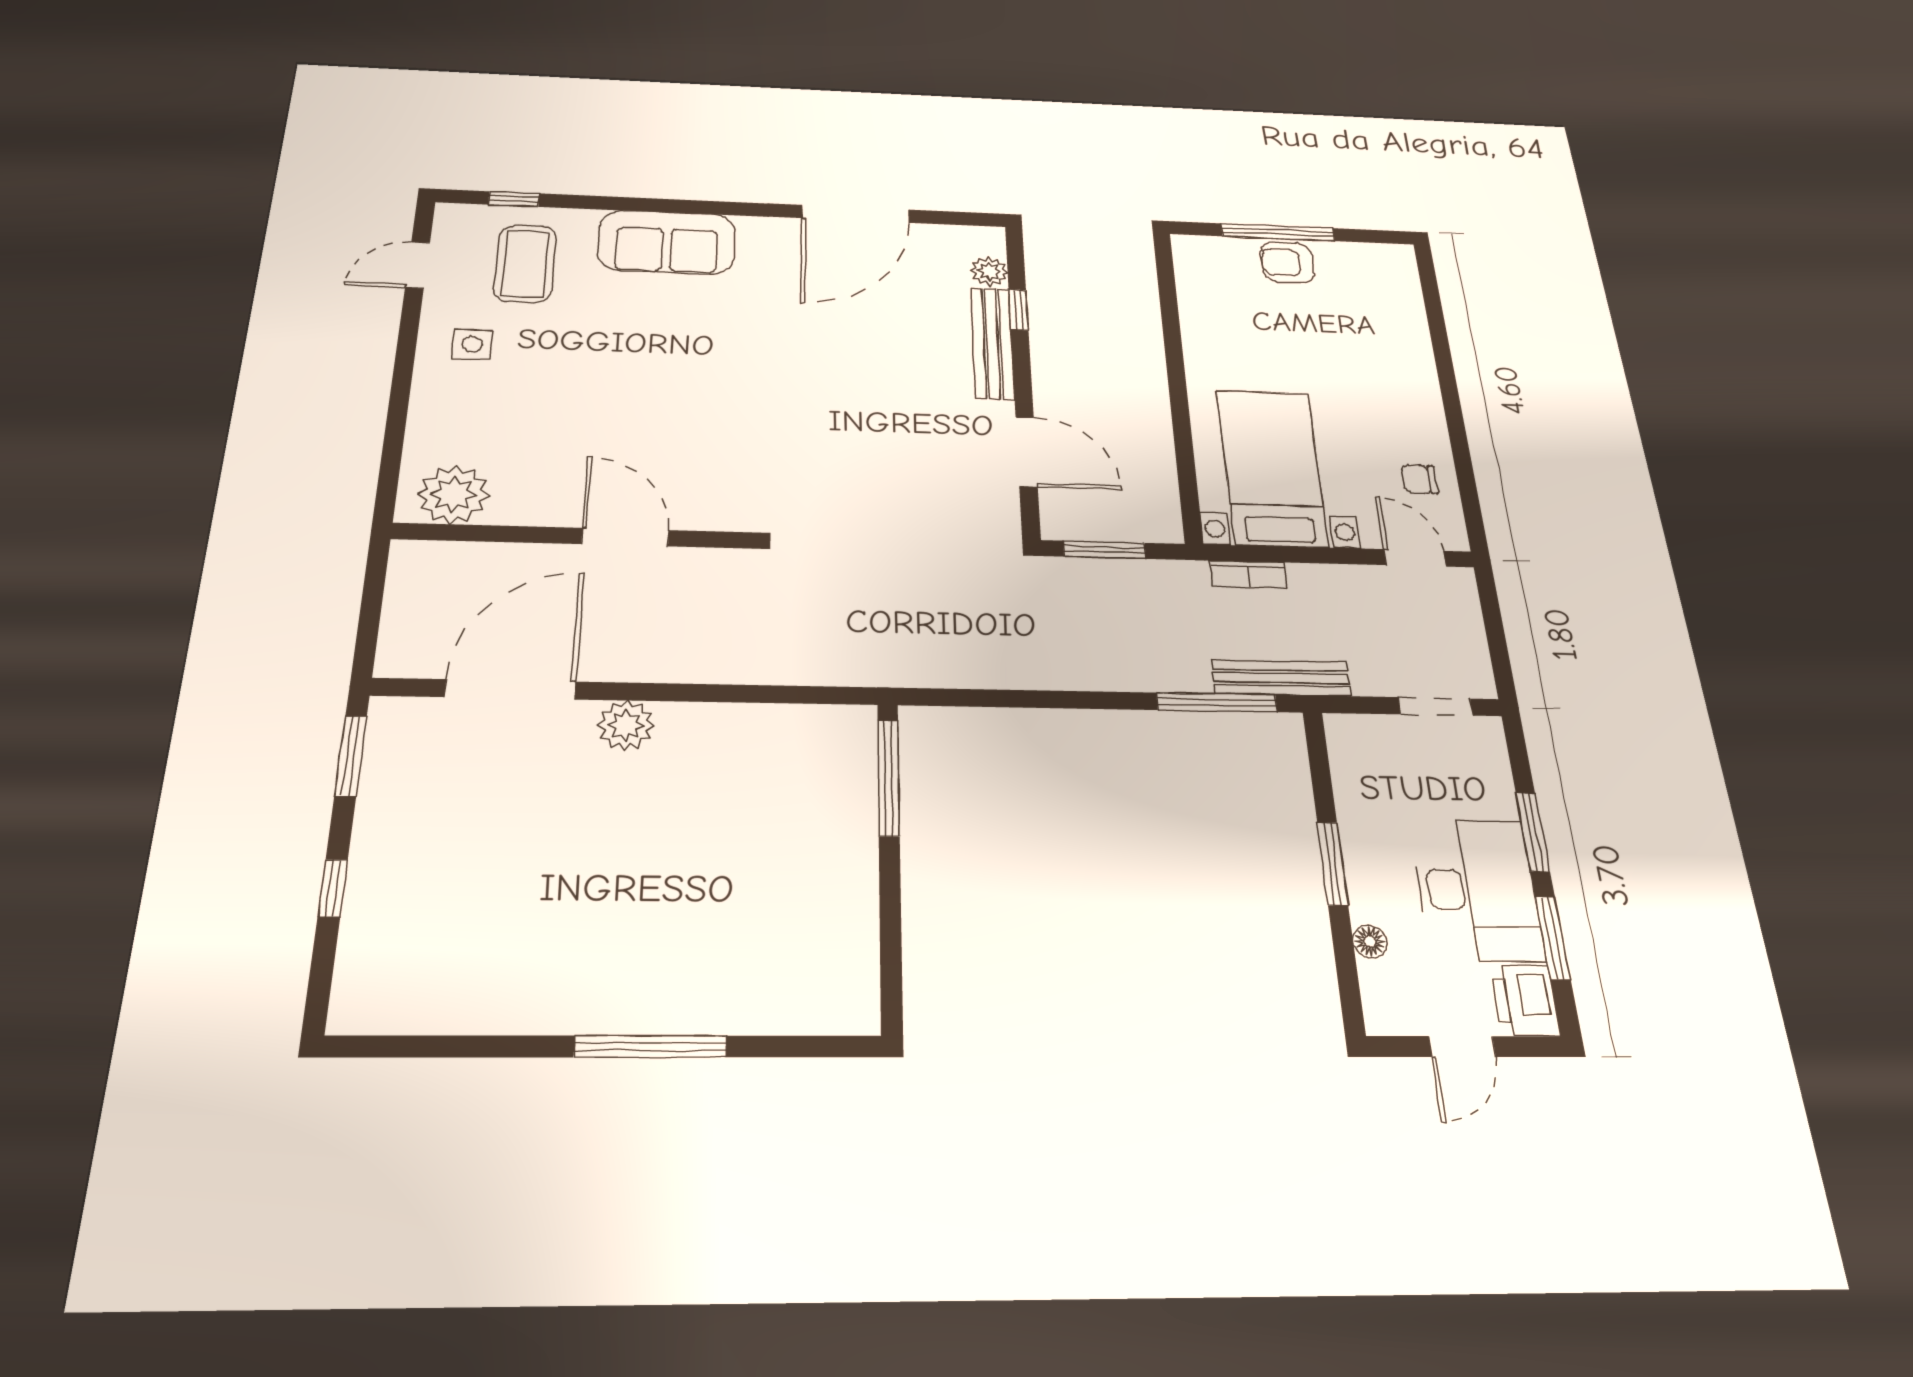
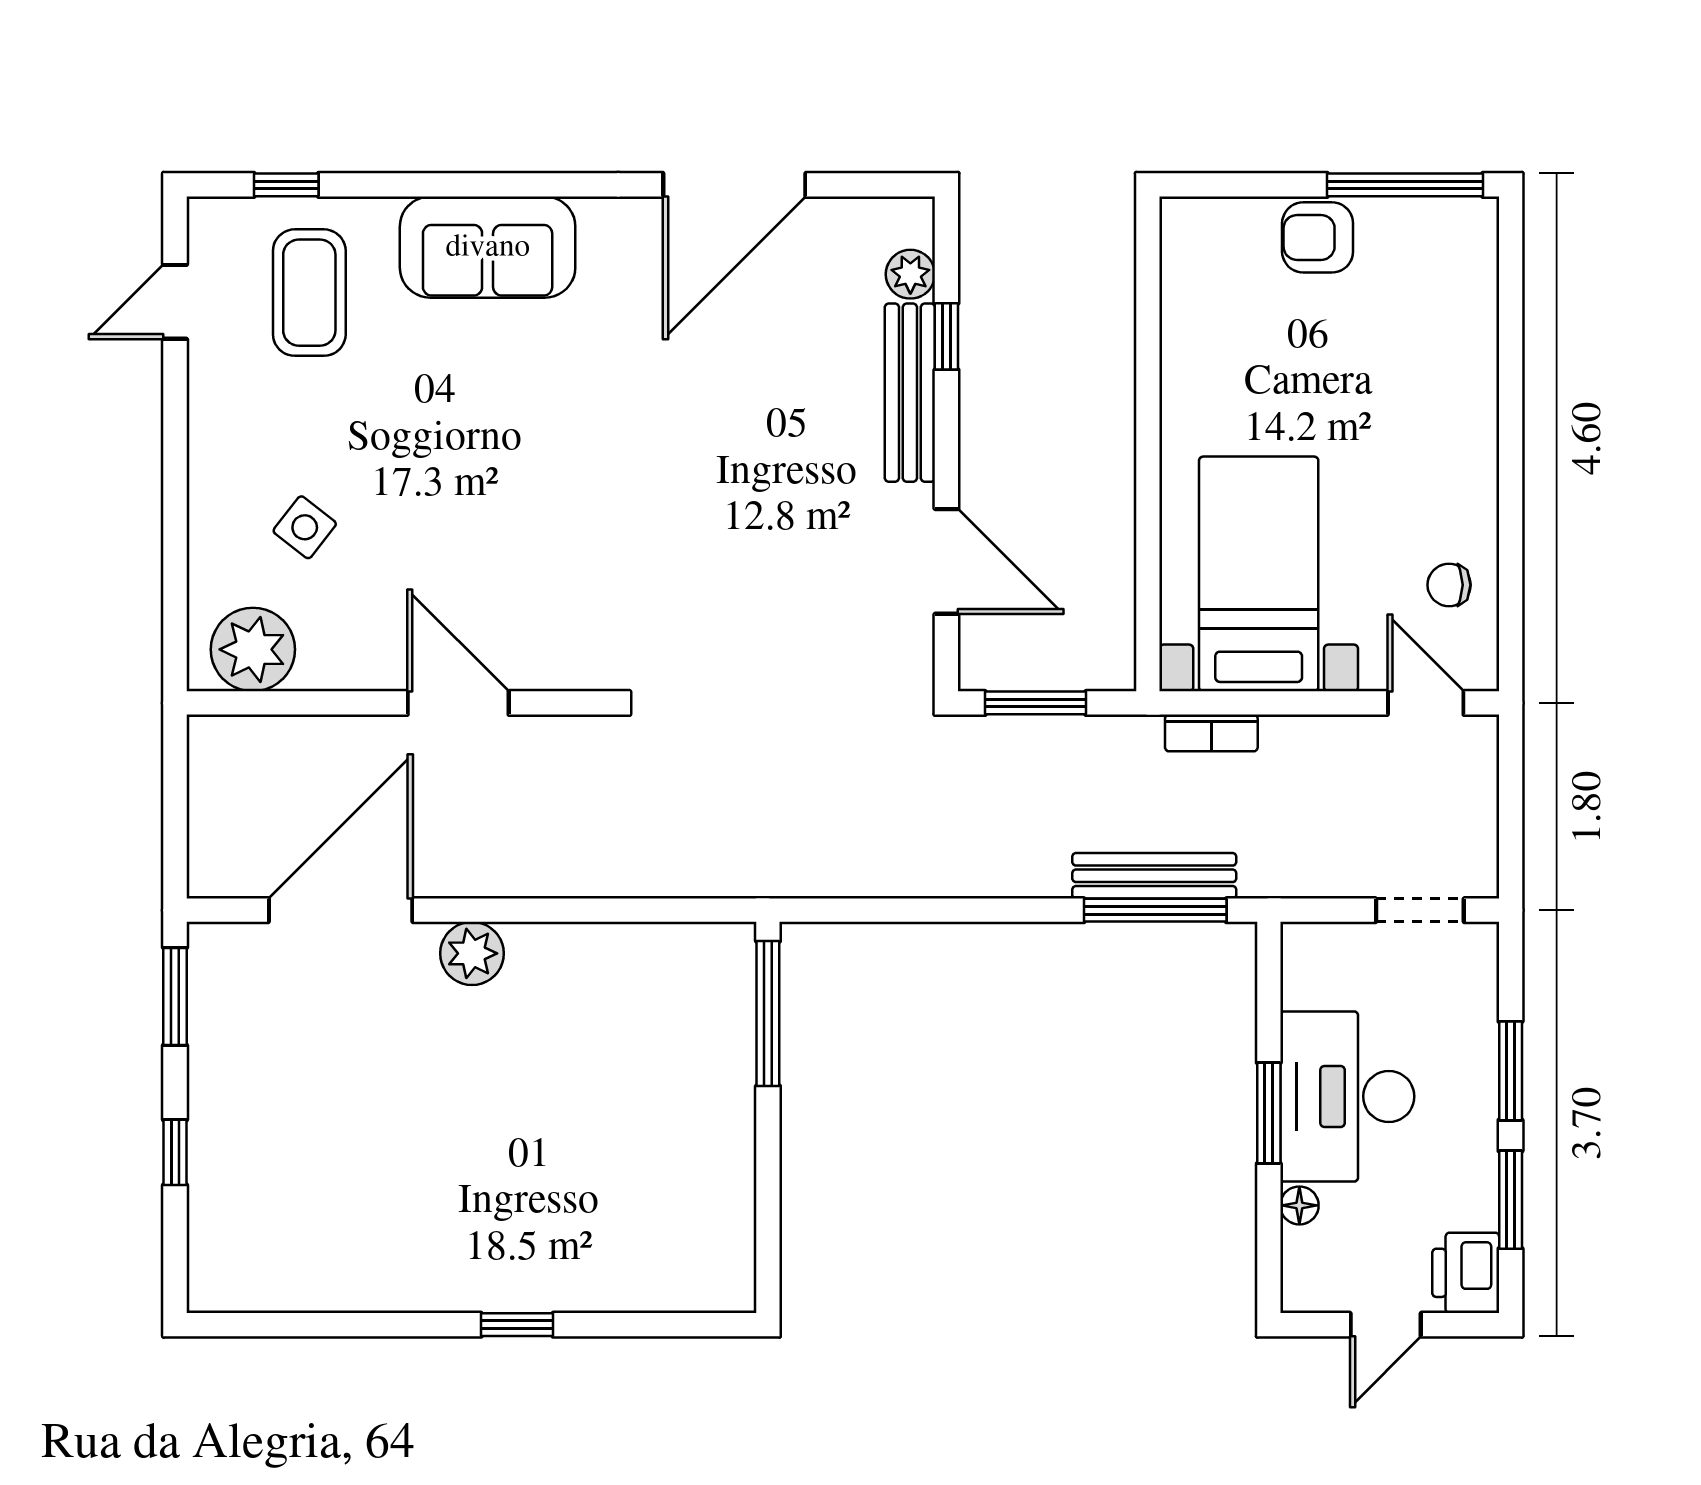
window: (1278, 232) -> (1405, 185), moved
side table: (472, 344) -> (305, 527), moved, turned 38
bench: (1281, 678) -> (1154, 876), moved
desk: (1477, 890) -> (1347, 1096), moved, turned 180
window: (651, 1046) -> (517, 1325), width x0.46

